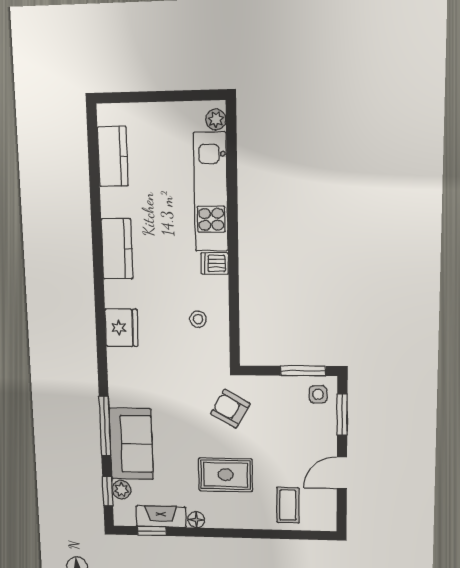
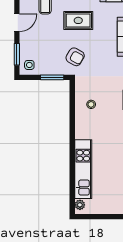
dishwasher: (215, 263) -> (82, 133), removed
window: (303, 371) -> (52, 77), moved

